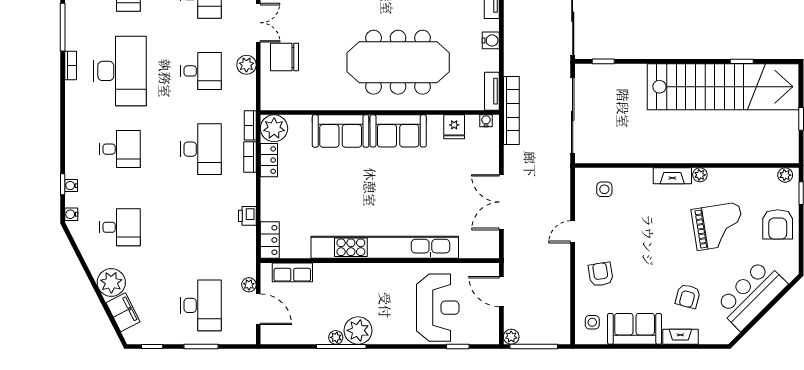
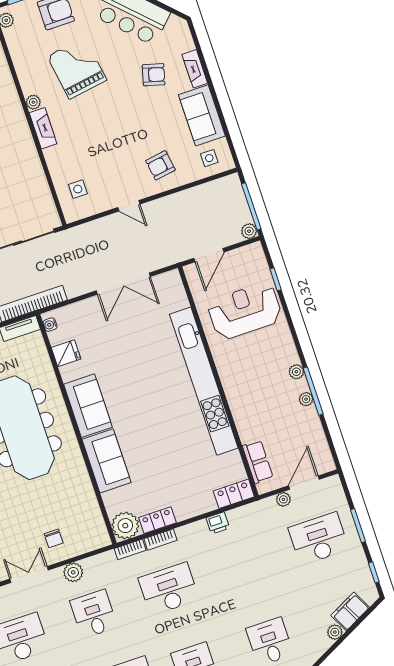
chair: (285, 57) -> (54, 538), width x0.54, depth x0.54
plant: (111, 282) -> (335, 632), width x0.53, depth x0.53
plant: (358, 330) -> (296, 372), width x0.53, depth x0.53

